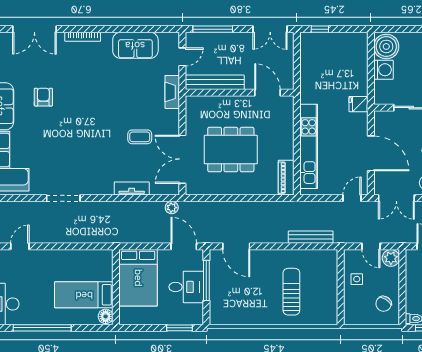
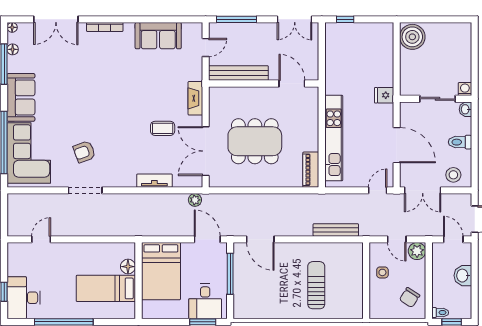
washing machine: (383, 70) -> (409, 60), removed
fireplace: (172, 92) -> (195, 98), moved
armchair: (43, 97) -> (84, 152), moved, turned -110
desk: (186, 287) -> (205, 301), moved, turned 90
floor lamp: (106, 316) -> (128, 267), moved

